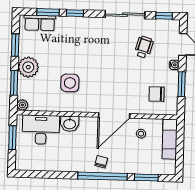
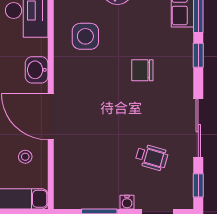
side table: (70, 83) -> (85, 36), moved
chair: (157, 94) -> (142, 70), moved, turned -90
washbasin: (70, 124) -> (37, 70), moved

